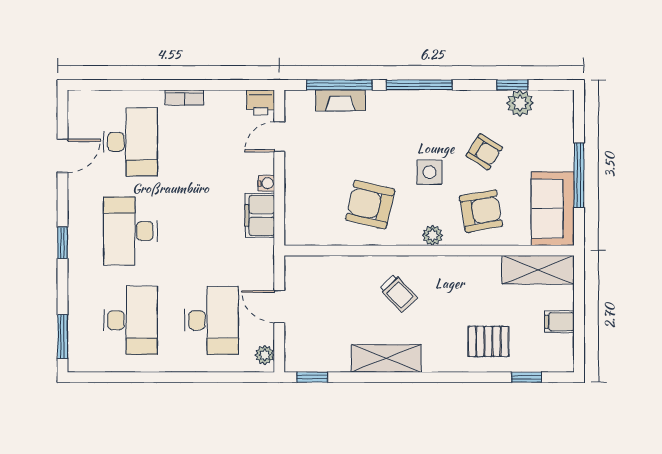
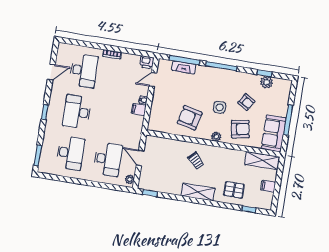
filing cabinet: (260, 215) -> (139, 109), width x0.50
shelving: (386, 358) -> (198, 192), moved

